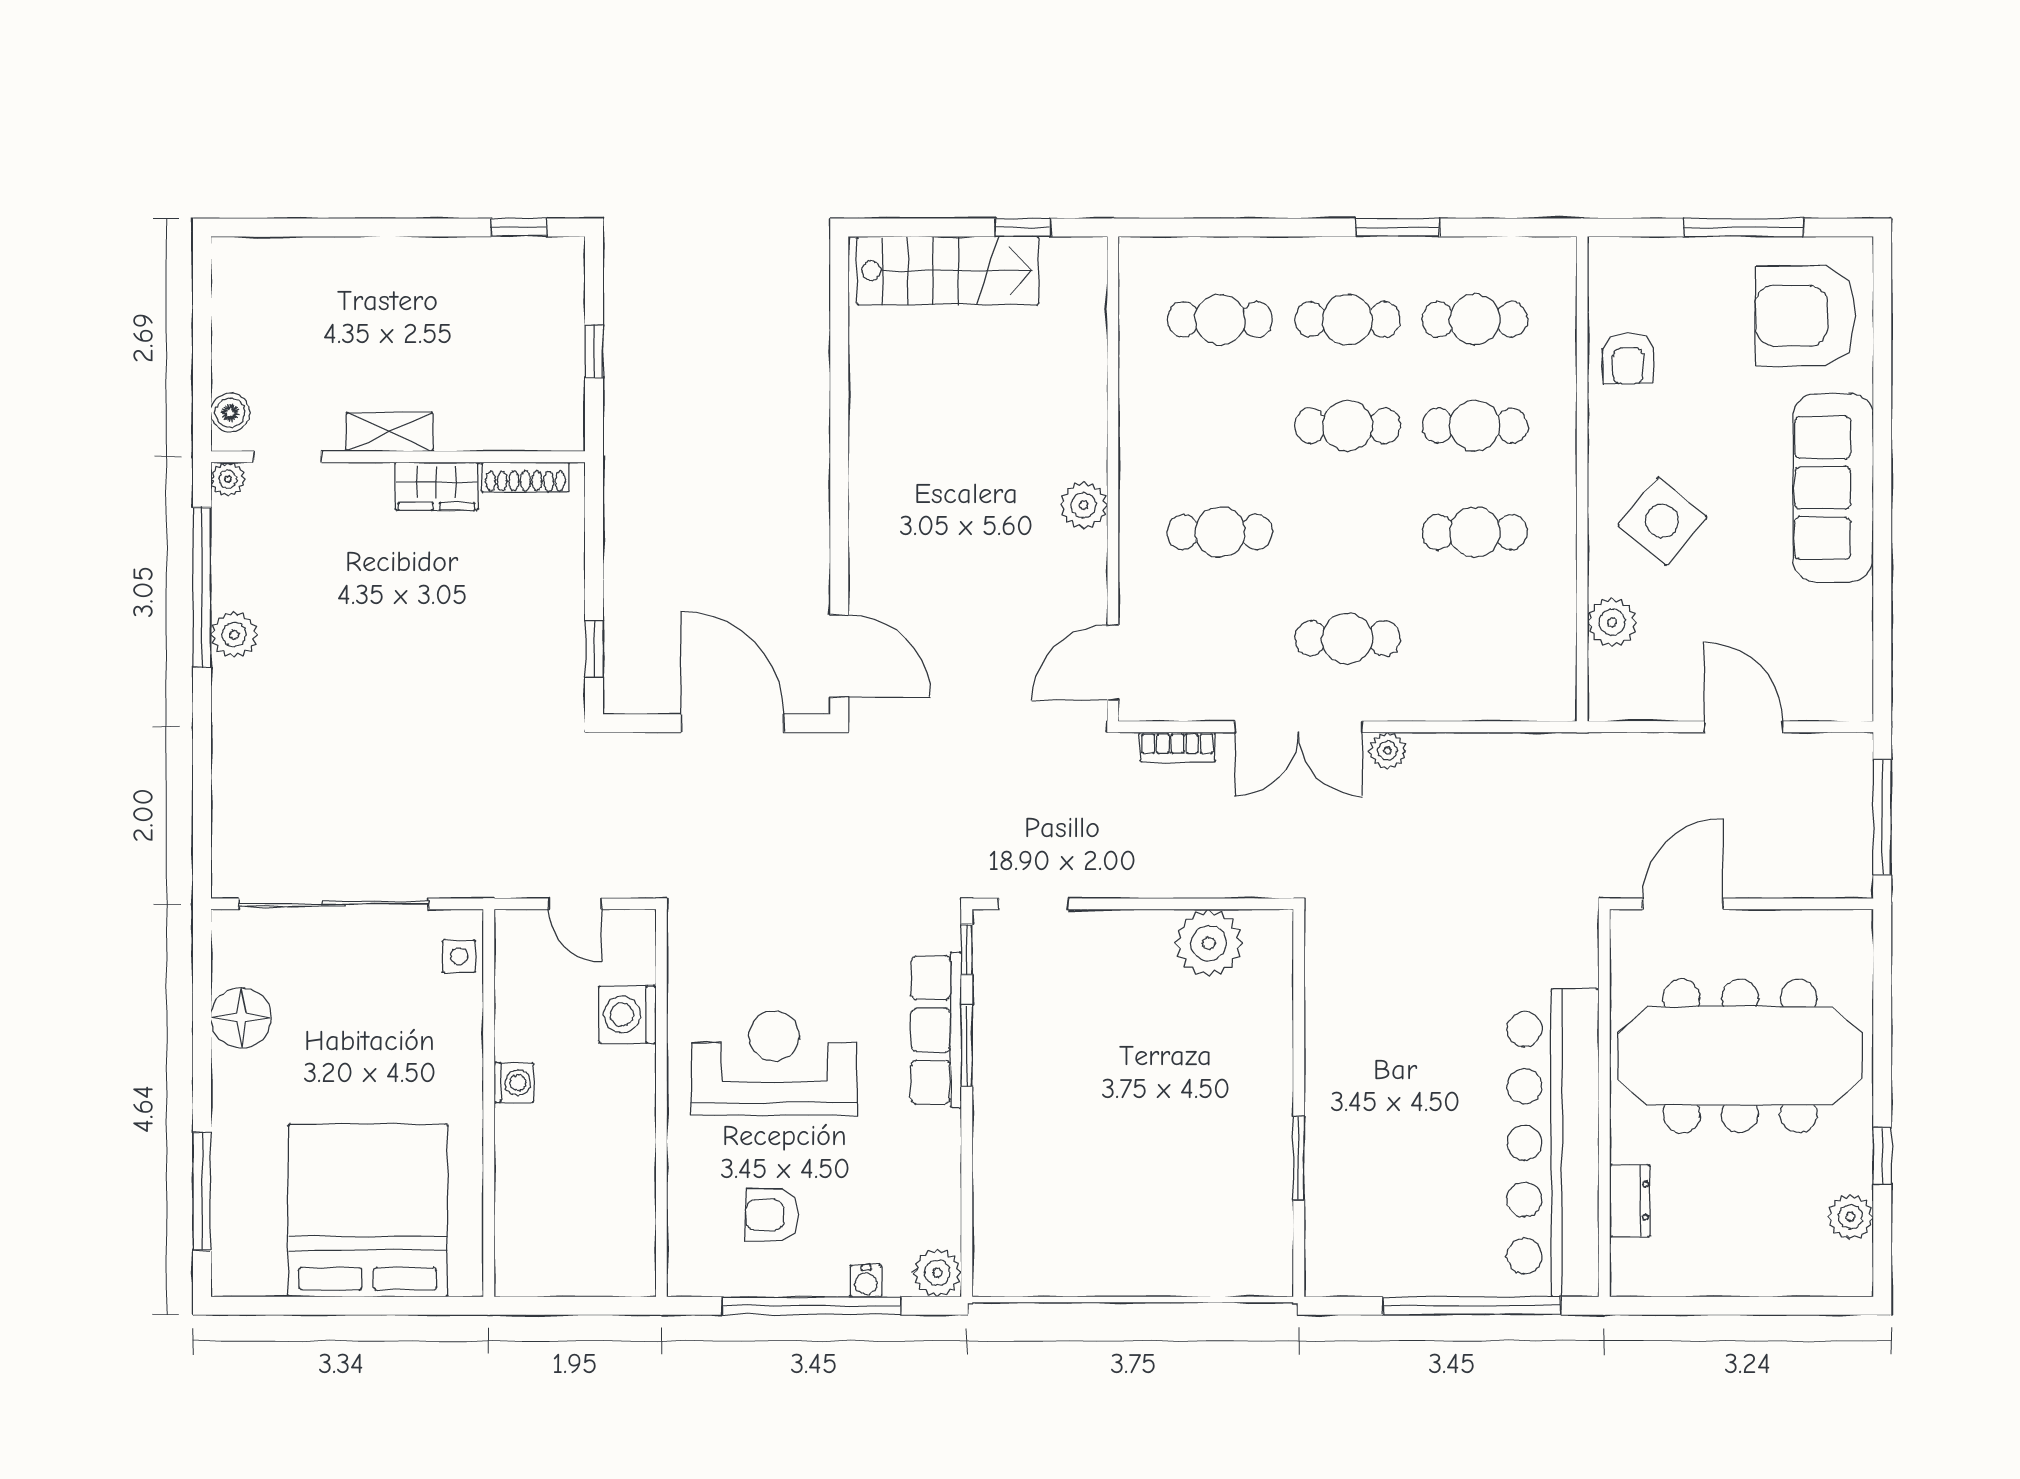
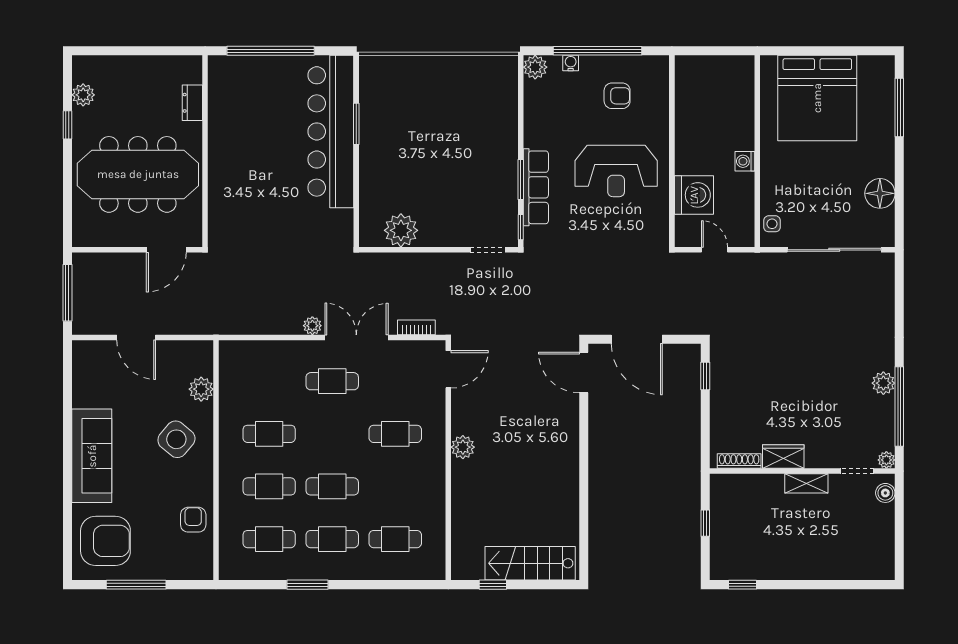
washing machine: (627, 1015) -> (694, 195), width x1.37, depth x1.37
bar counter: (1553, 1143) -> (331, 131), moved, turned 180

